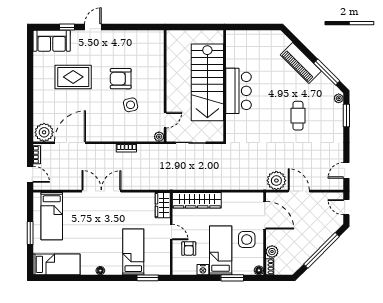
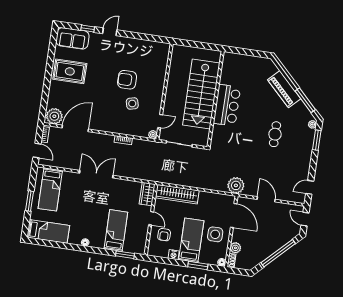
rug: (73, 77) -> (70, 71), moved
plant: (276, 181) -> (236, 185), moved

